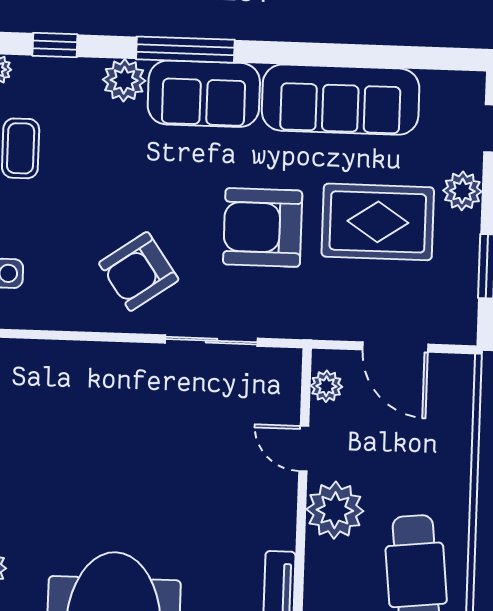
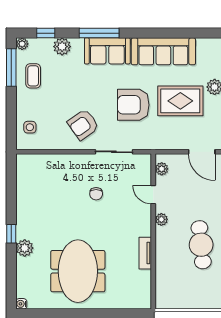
plant: (124, 80) -> (62, 47), moved
door: (395, 347) -> (202, 152), moved
chair: (164, 441) -> (96, 194), added
plant: (335, 510) -> (161, 219), width x0.53, depth x0.53

